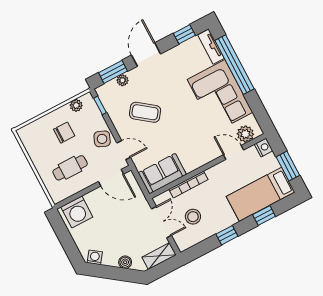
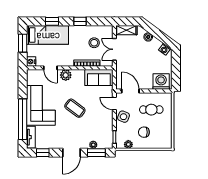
coffee table: (145, 112) -> (75, 108), moved
plant: (245, 134) -> (66, 75), moved

